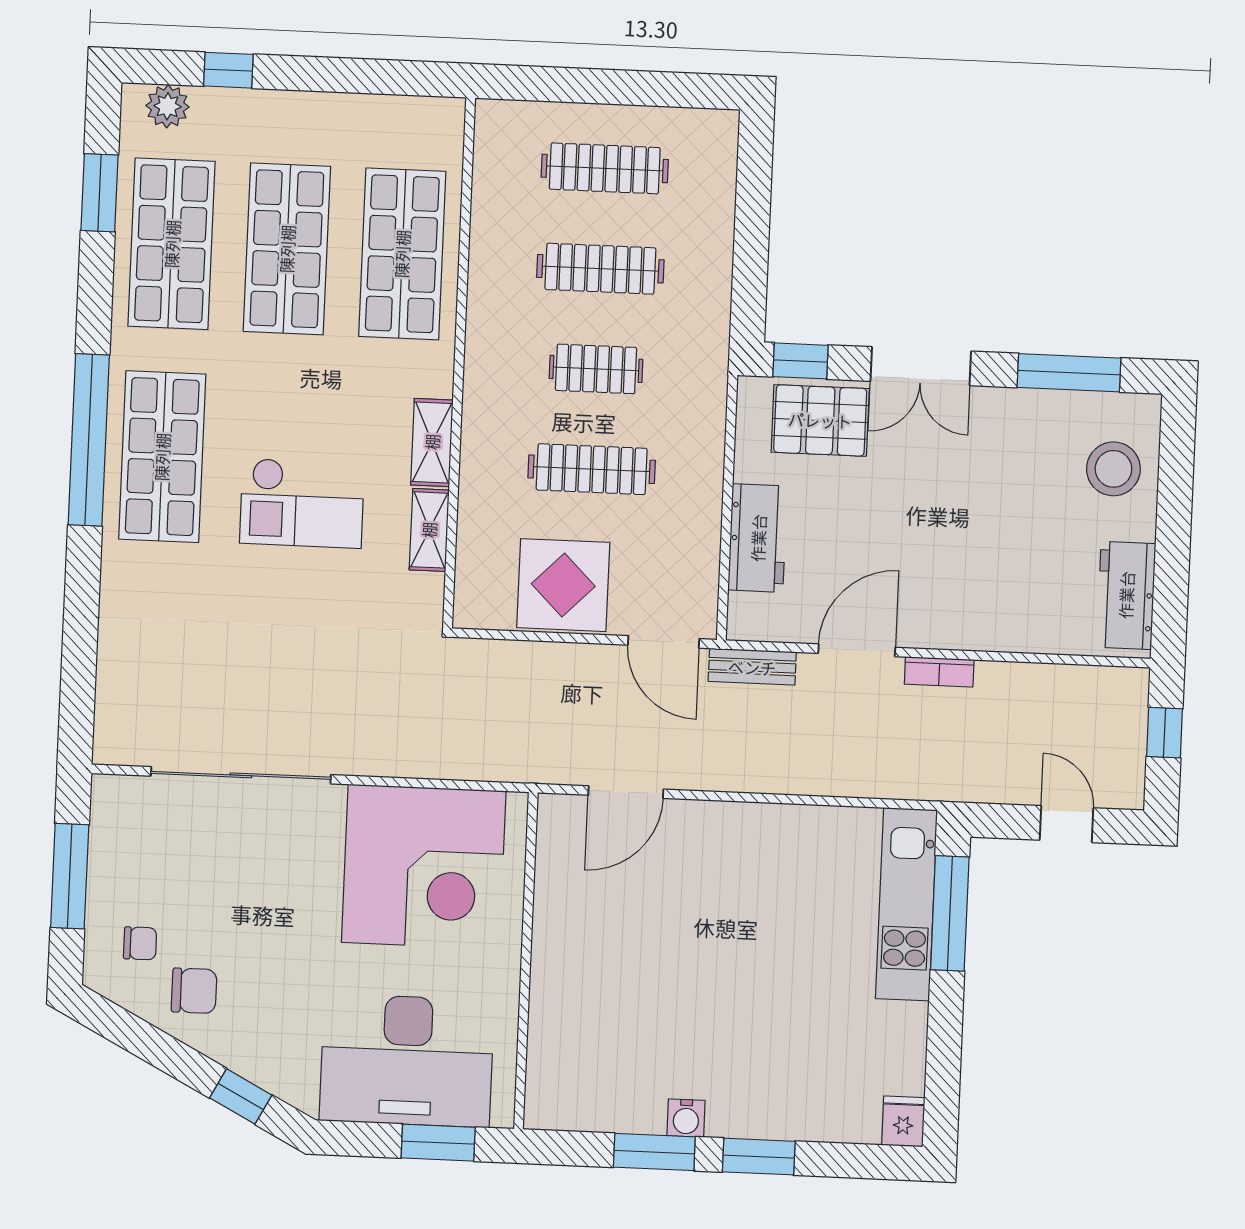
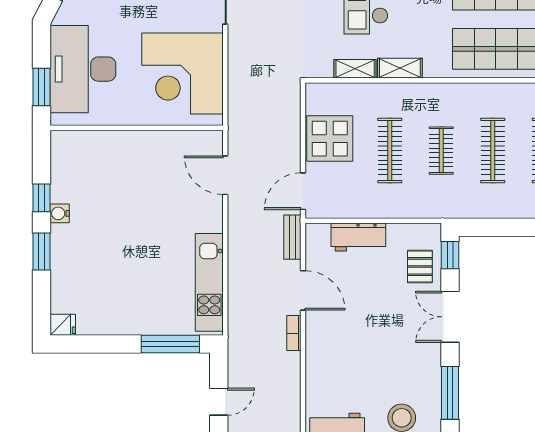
pallet: (820, 420) -> (420, 267), width x0.67, depth x0.71
kitchen unit: (906, 904) -> (209, 282), moved, turned -90
window: (654, 1152) -> (42, 198), width x0.67

